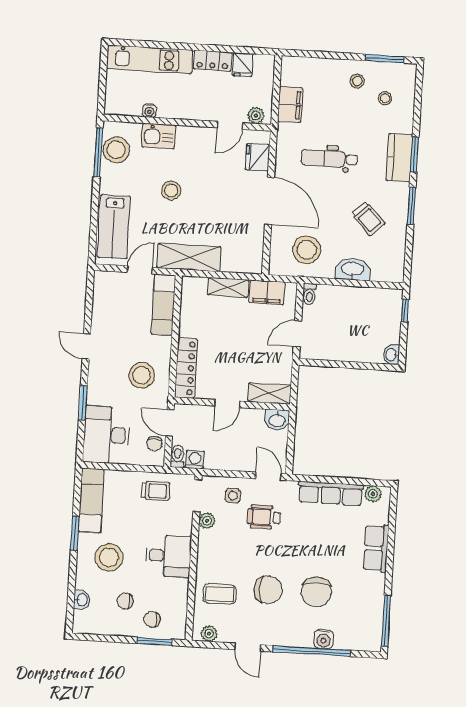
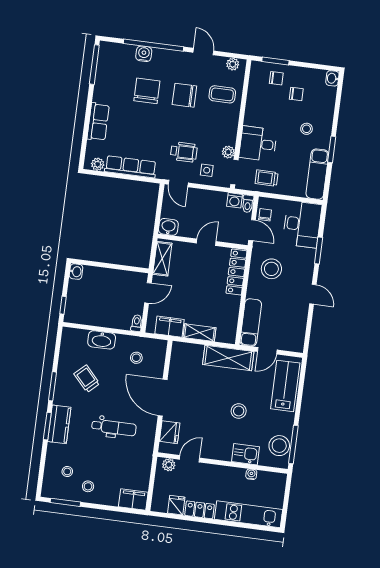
filing cabinet: (290, 105) -> (133, 500), moved, turned 90
stool: (307, 250) -> (136, 358), width x0.53, depth x0.53
shelving: (269, 393) -> (162, 259), moved, turned 90
desk: (168, 556) -> (258, 144), moved
stool: (109, 557) -> (306, 129), width x0.53, depth x0.53
washbasin: (82, 600) -> (332, 78), moved

